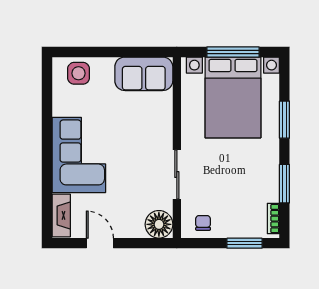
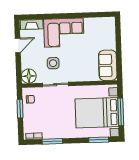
side table: (79, 73) -> (53, 63), moved
window: (284, 120) -> (99, 140), moved
window: (245, 243) -> (20, 109), moved

